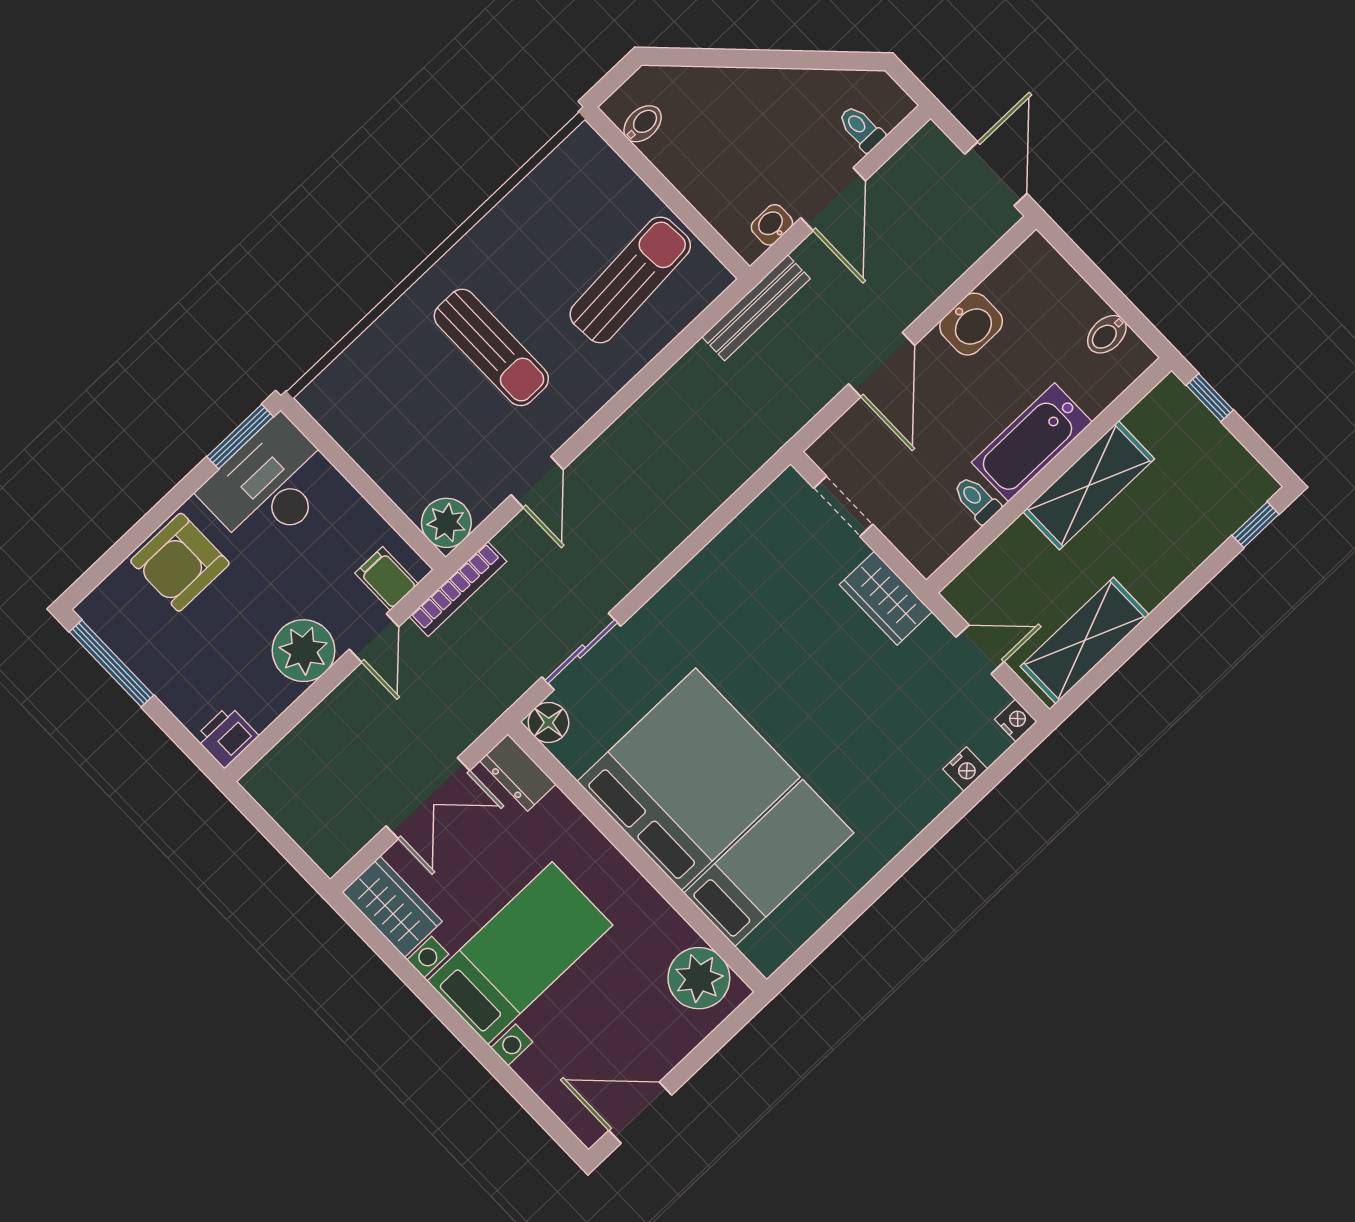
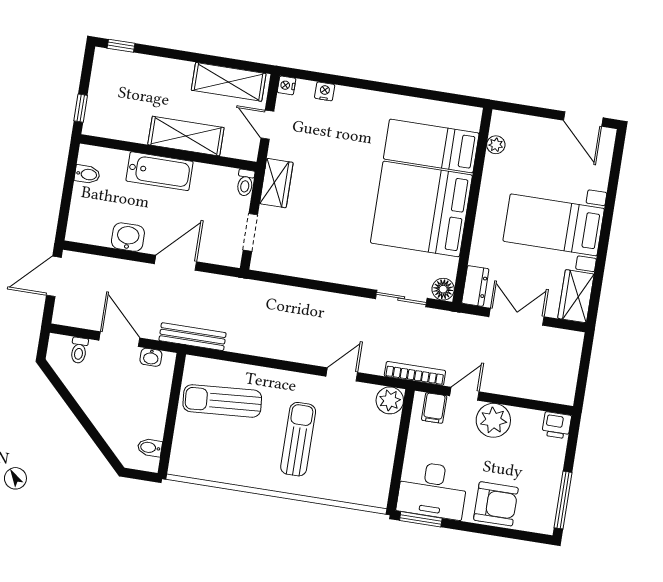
door: (833, 199) -> (119, 339), hinge flipped
shelving: (1089, 485) -> (186, 136), moved
toilet: (977, 500) -> (245, 183), moved
plant: (699, 978) -> (496, 145), width x0.53, depth x0.53

